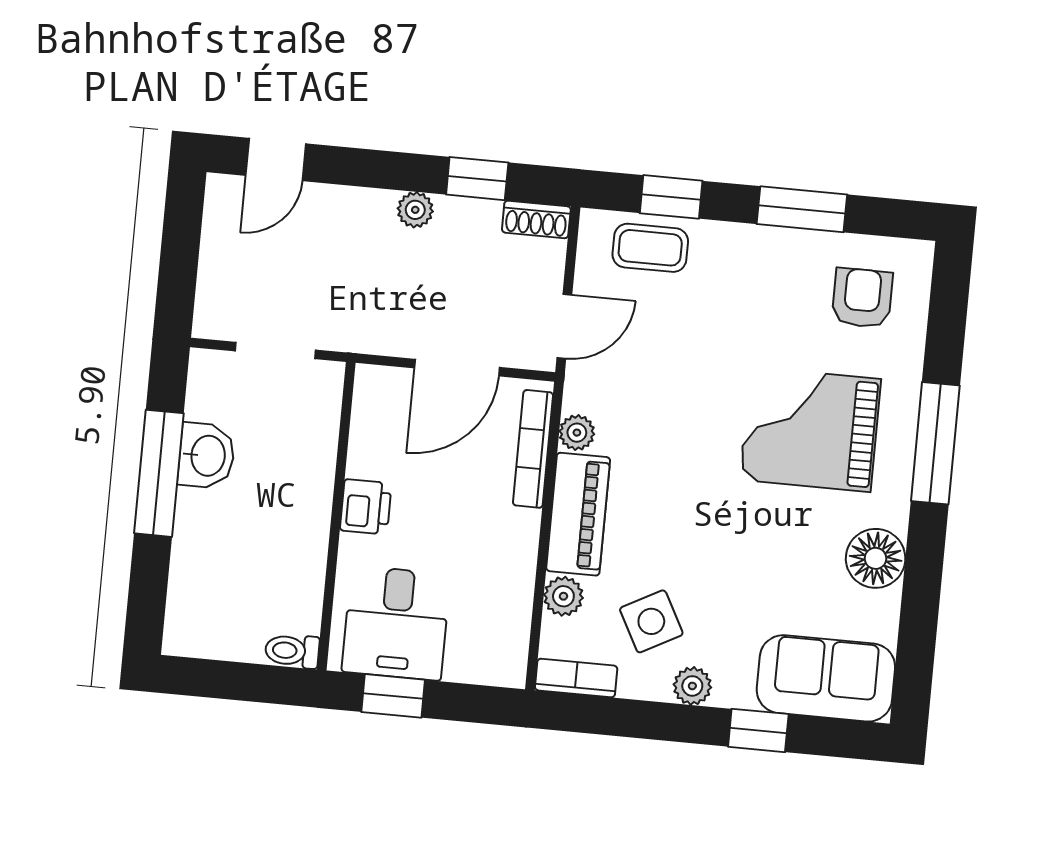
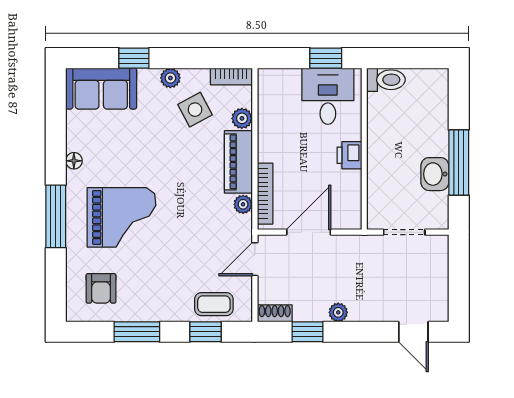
door: (276, 160) -> (413, 332), swing flipped
floor lamp: (876, 558) -> (74, 161), width x0.53, depth x0.53
toilet: (292, 651) -> (386, 80), width x1.37, depth x1.39

